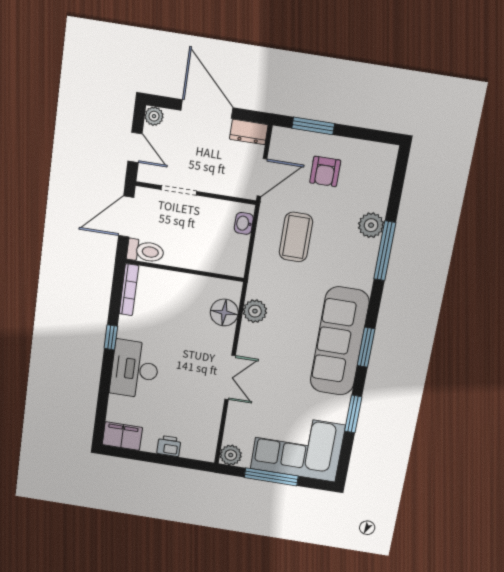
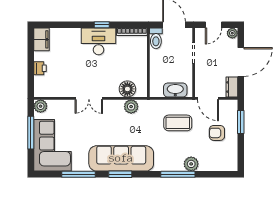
washbasin: (244, 223) -> (175, 90), width x1.91, depth x1.45
desk: (135, 369) -> (99, 41), moved
window: (353, 414) -> (79, 174), width x1.44

